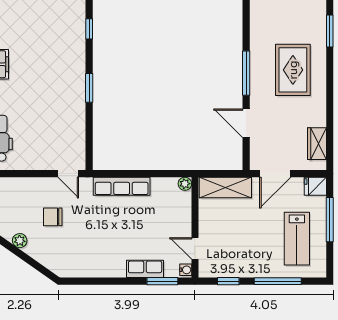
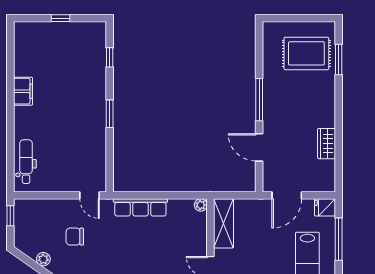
rug: (293, 70) -> (306, 53), moved, turned 90
wardrobe: (317, 144) -> (327, 144), moved
shelving: (225, 187) -> (223, 223), moved, turned 90

